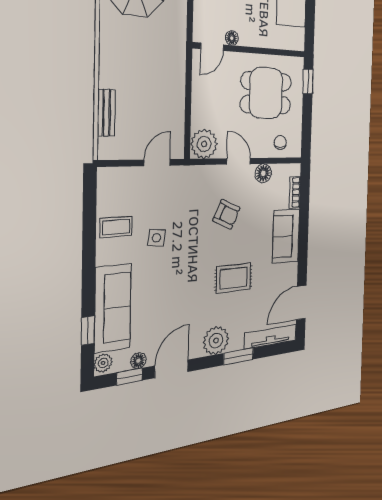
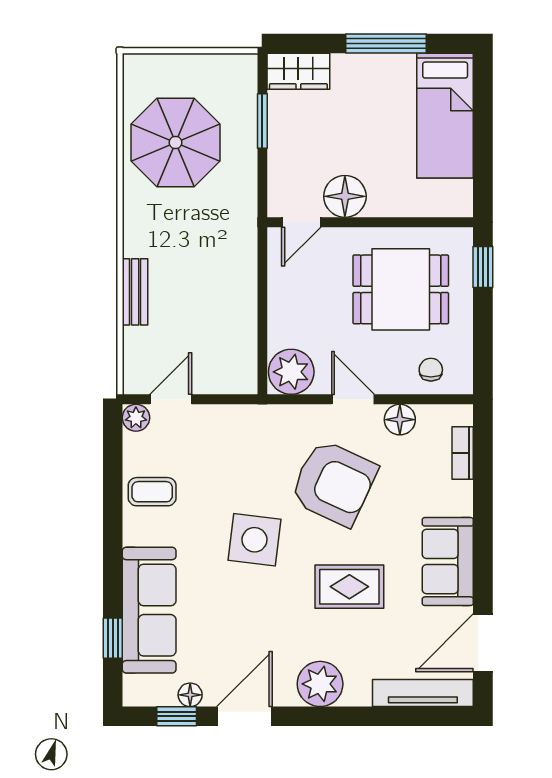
floor lamp: (232, 38) -> (345, 196), width x1.89, depth x1.89
bench: (106, 113) -> (135, 292), moved
door: (157, 163) -> (171, 399), moved
armchair: (227, 214) -> (334, 483), width x1.88, depth x1.88
sofa: (286, 236) -> (448, 561), moved
side table: (156, 238) -> (254, 540), moved, width x1.87, depth x1.87
window: (238, 356) -> (362, 716), removed
plant: (103, 363) -> (136, 418), moved

